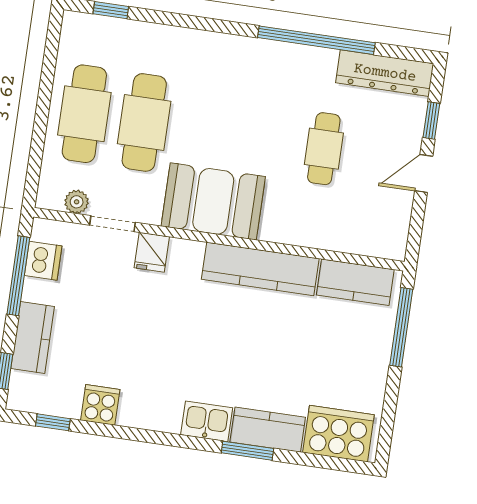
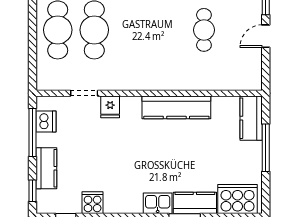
booth: (213, 201) -> (142, 71), removed
plant: (77, 202) -> (61, 83), removed
kitchen counter: (355, 282) -> (251, 118), moved, turned 90
window: (401, 327) -> (266, 148), moved

